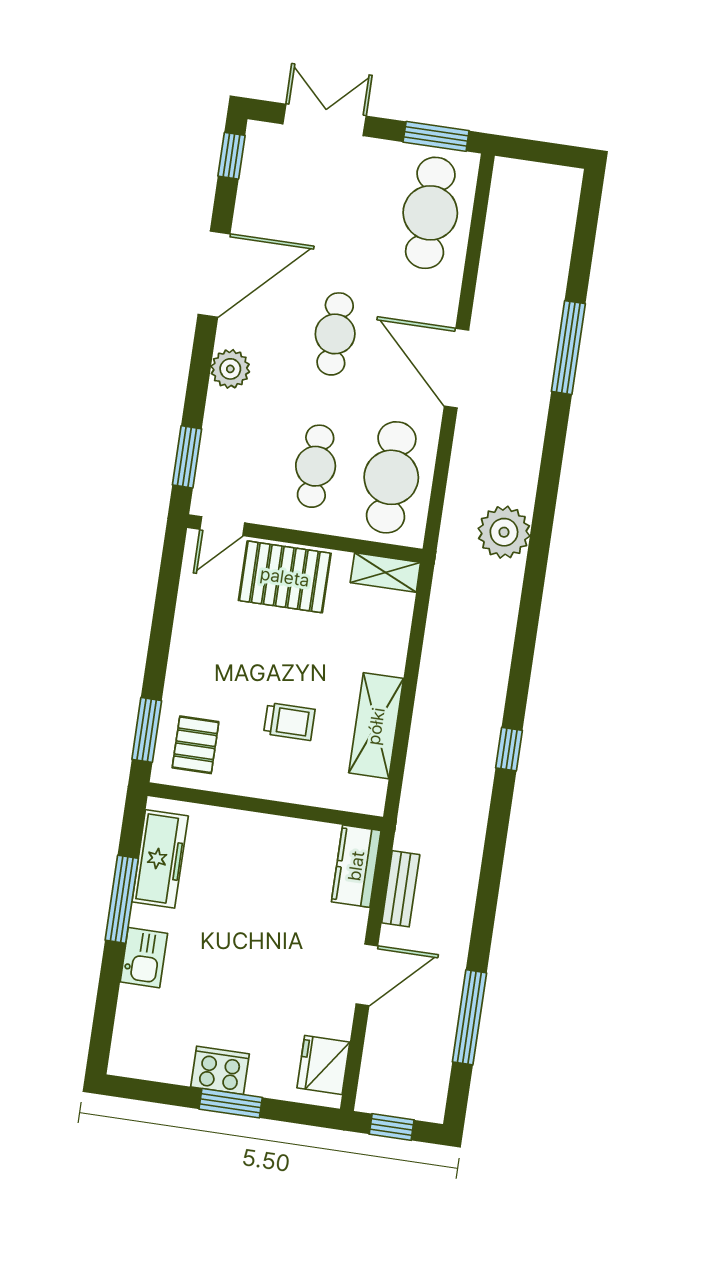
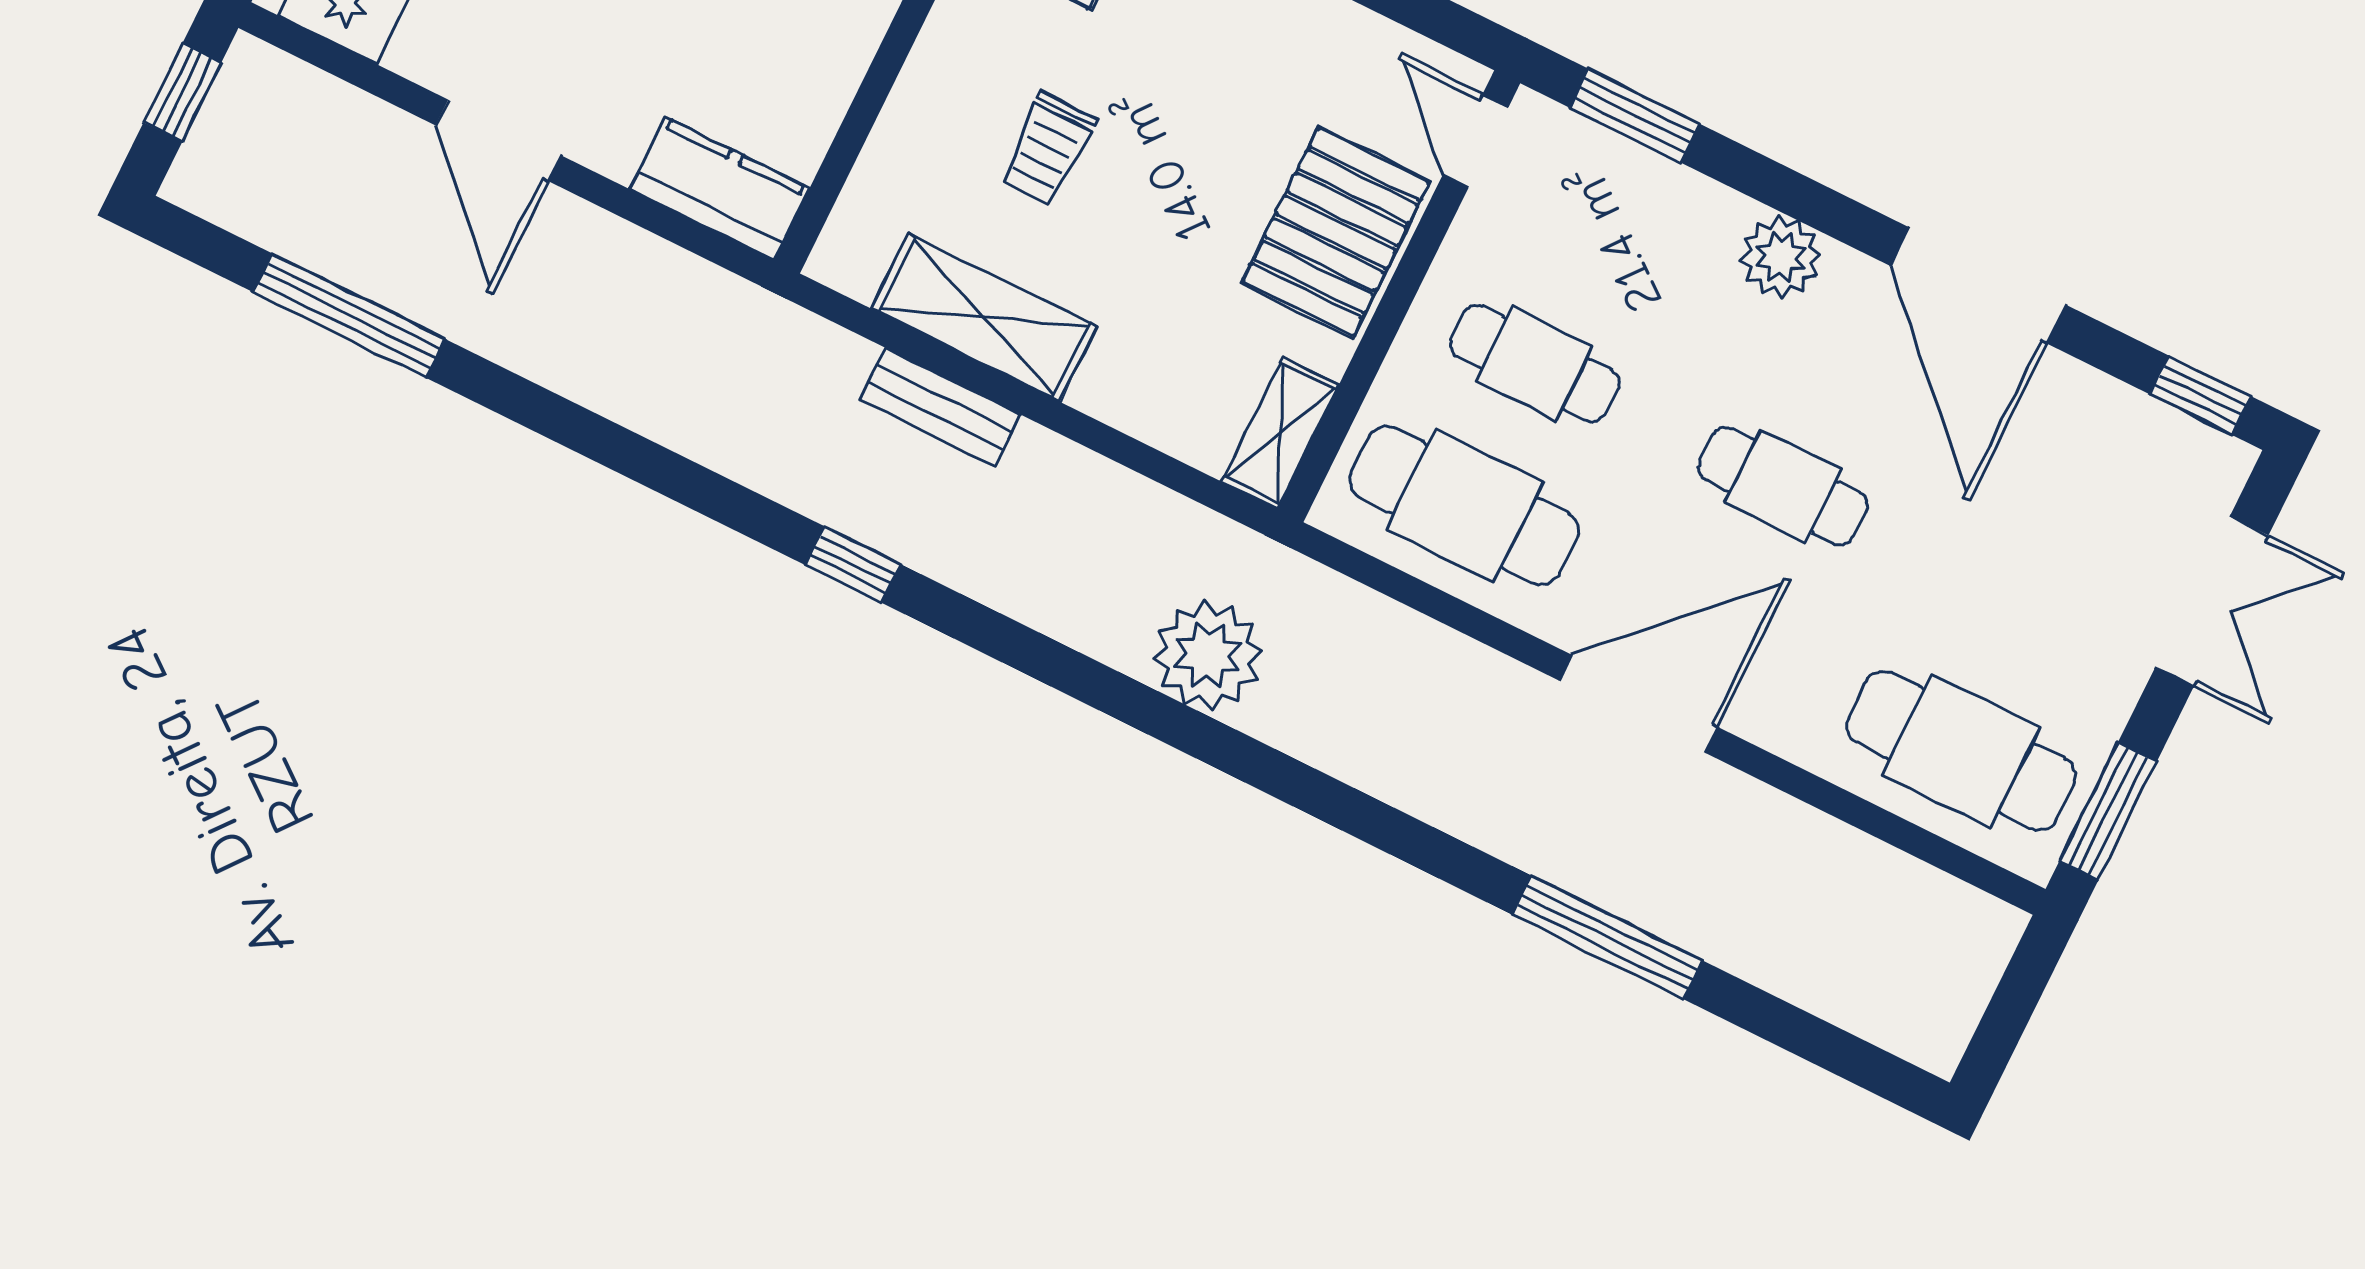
plant: (504, 532) -> (1208, 655), moved
bench: (401, 889) -> (940, 407), moved

